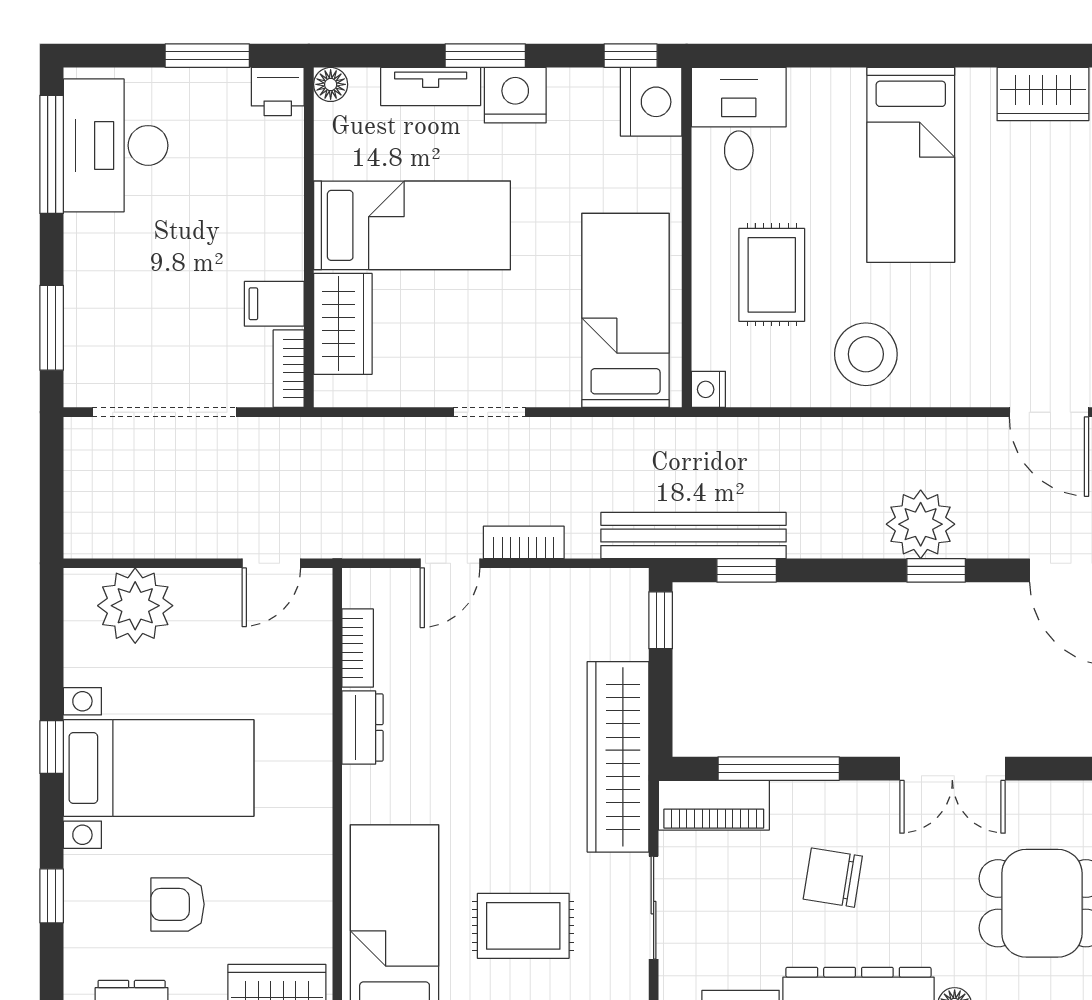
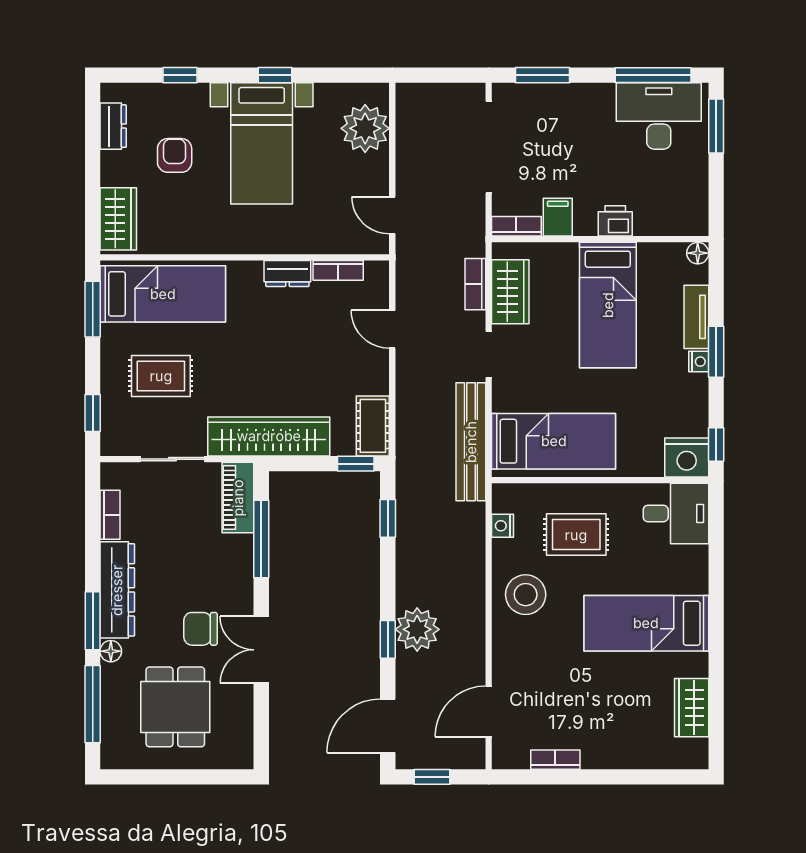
window: (207, 56) -> (716, 126), moved
printer: (278, 92) -> (615, 221), moved, turned 90
nightstand: (515, 95) -> (699, 362), width x0.53, depth x0.56
wardrobe: (343, 324) -> (510, 292), moved, turned -90
nightstand: (708, 389) -> (503, 526), moved, turned -90
bench: (693, 535) -> (471, 442), moved
bookcase: (524, 542) -> (475, 284), moved, turned 180
cot: (602, 594) -> (373, 426), added
chair: (833, 878) -> (201, 629), moved, turned -99
rug: (523, 926) -> (161, 376), turned 90

